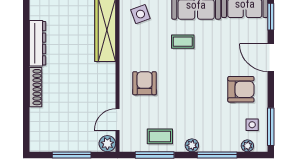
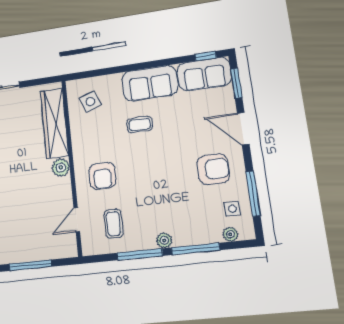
armchair: (145, 83) -> (102, 176), turned 180
window: (271, 127) -> (253, 194), moved
coffee table: (160, 136) -> (113, 224), moved, turned 90
plant: (107, 144) -> (61, 167), moved
window: (155, 155) -> (140, 254), moved

